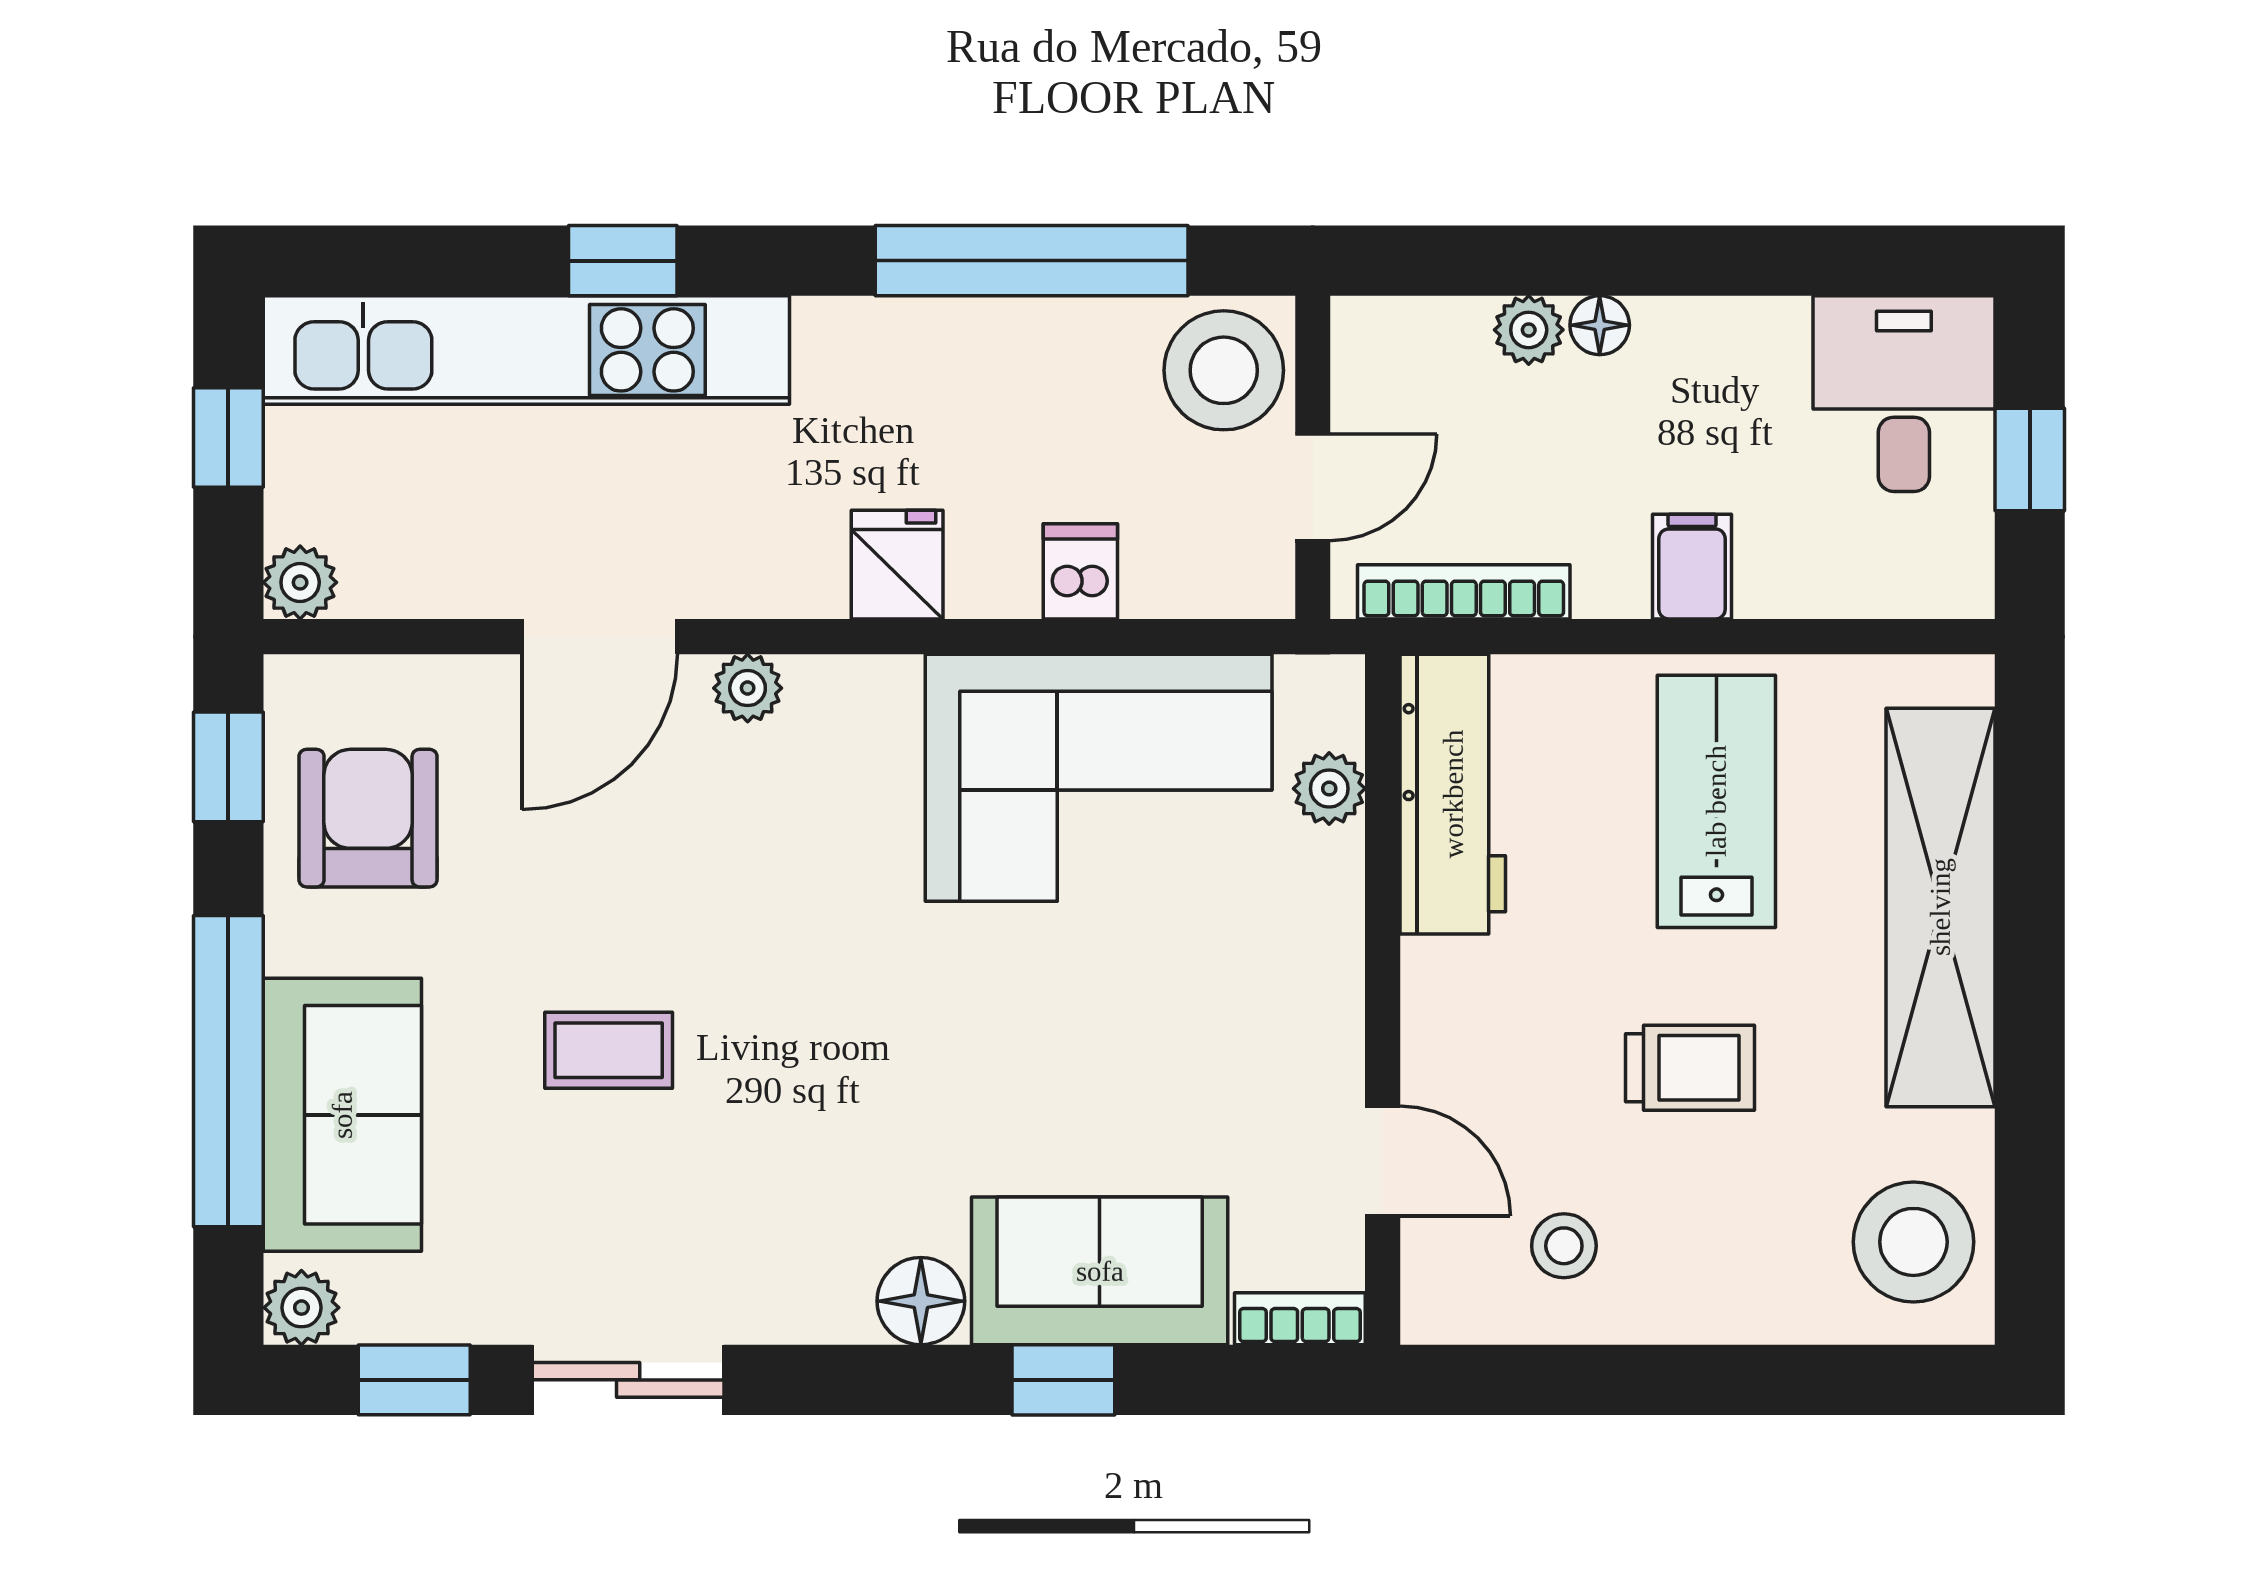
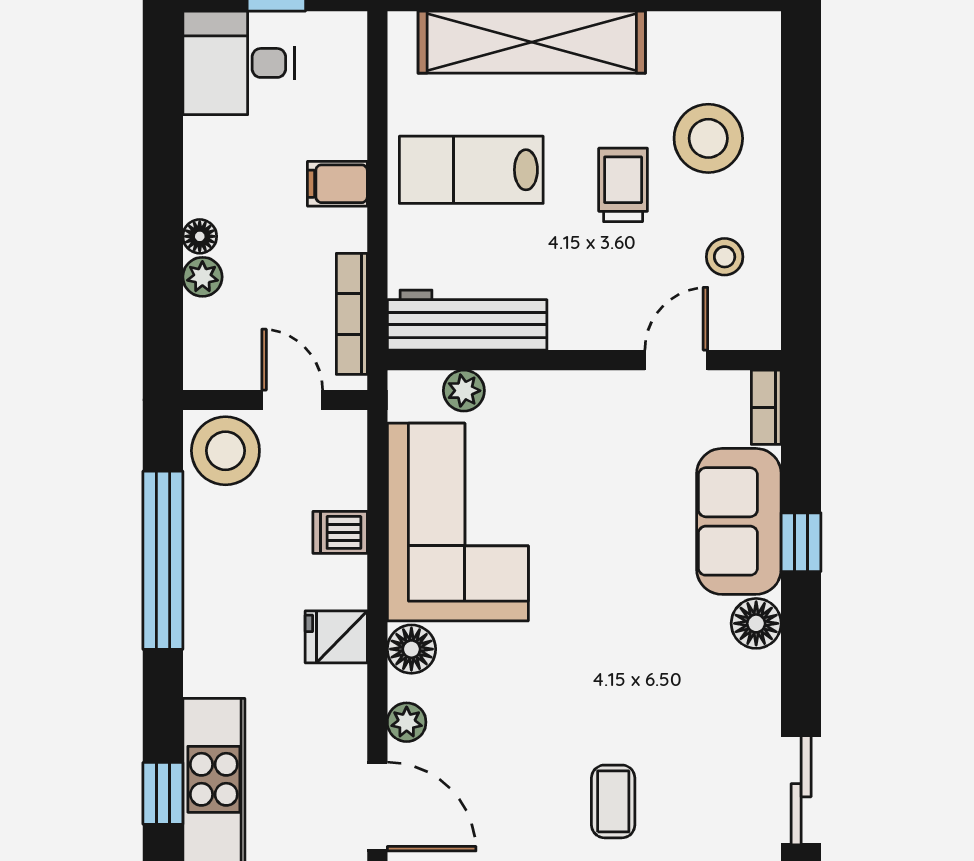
floor lamp: (876, 697) -> (411, 649), added
stool: (1913, 1242) -> (708, 138), moved

